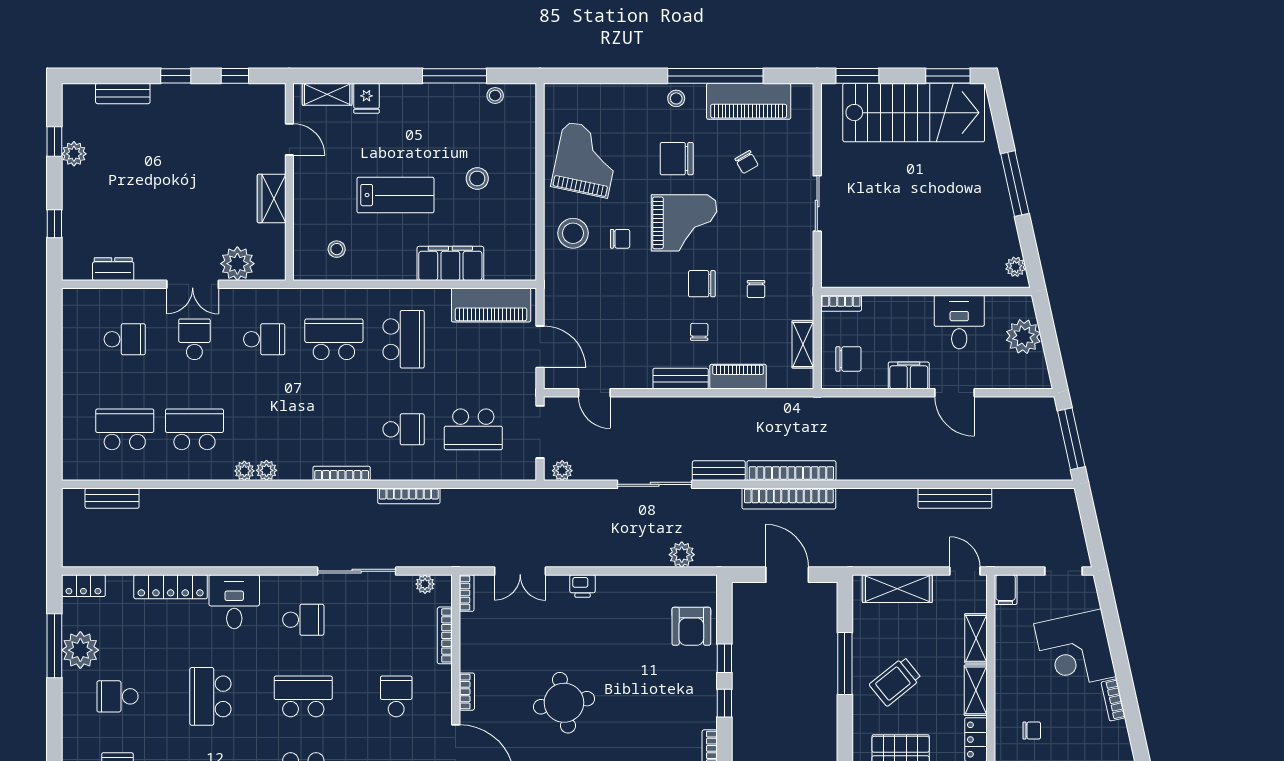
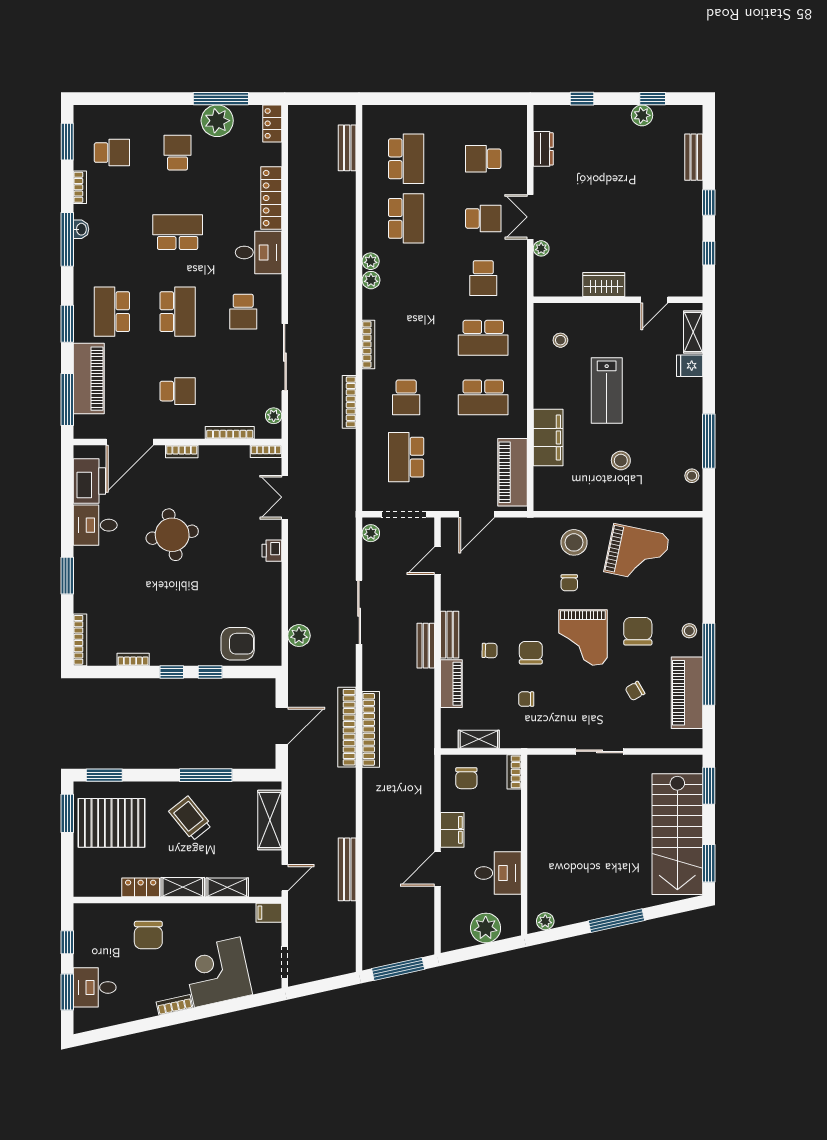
plant: (237, 264) -> (541, 248), width x0.53, depth x0.53
school desk: (125, 339) -> (483, 159), turned 90
school desk: (334, 339) -> (483, 338), turned 90
bench: (719, 471) -> (426, 646), moved
armchair: (691, 626) -> (238, 644), turned 180
chair: (1032, 731) -> (148, 935), width x1.87, depth x1.87

